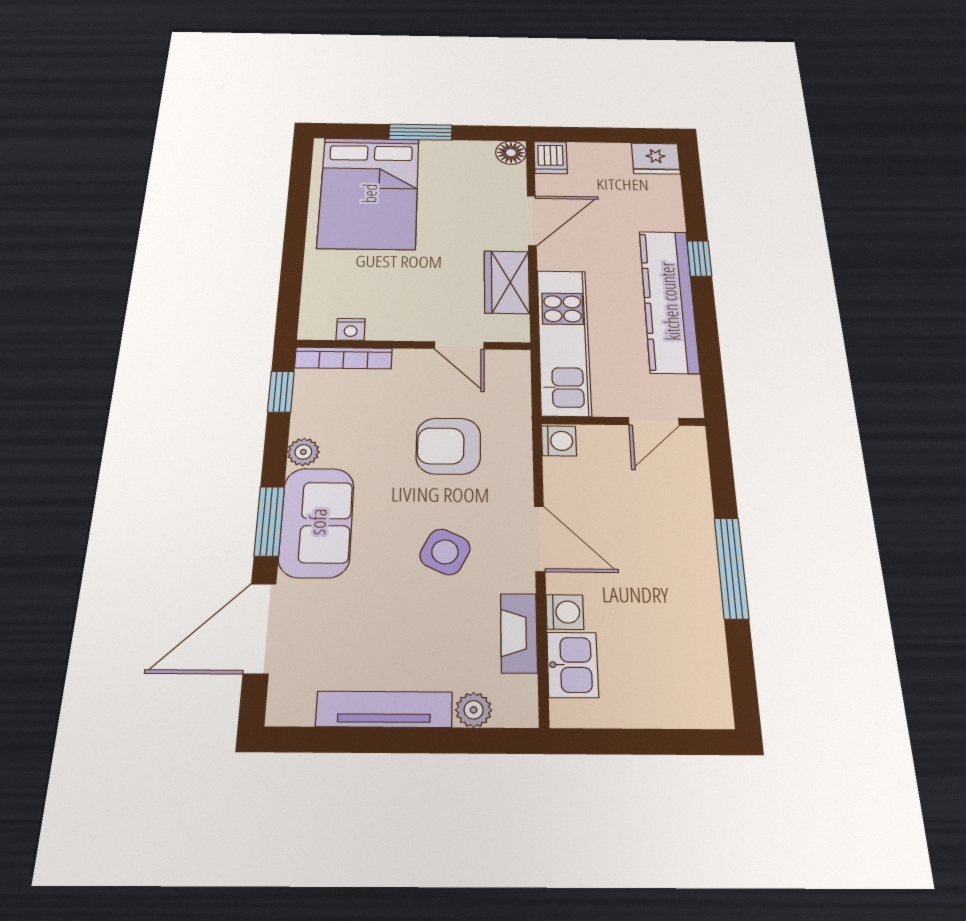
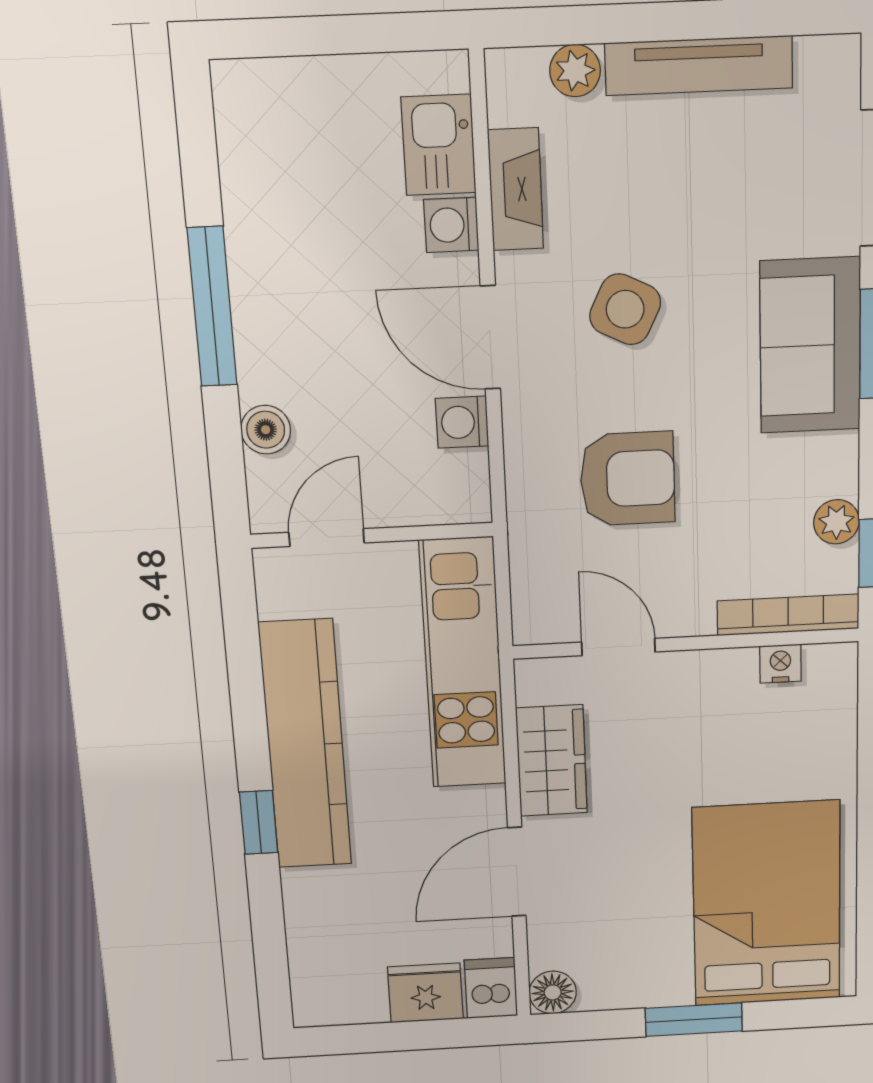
fridge: (656, 159) -> (425, 993), moved
washing machine: (559, 441) -> (462, 422), moved
plant: (303, 452) -> (836, 522), moved
boiler: (695, 489) -> (266, 430), added

